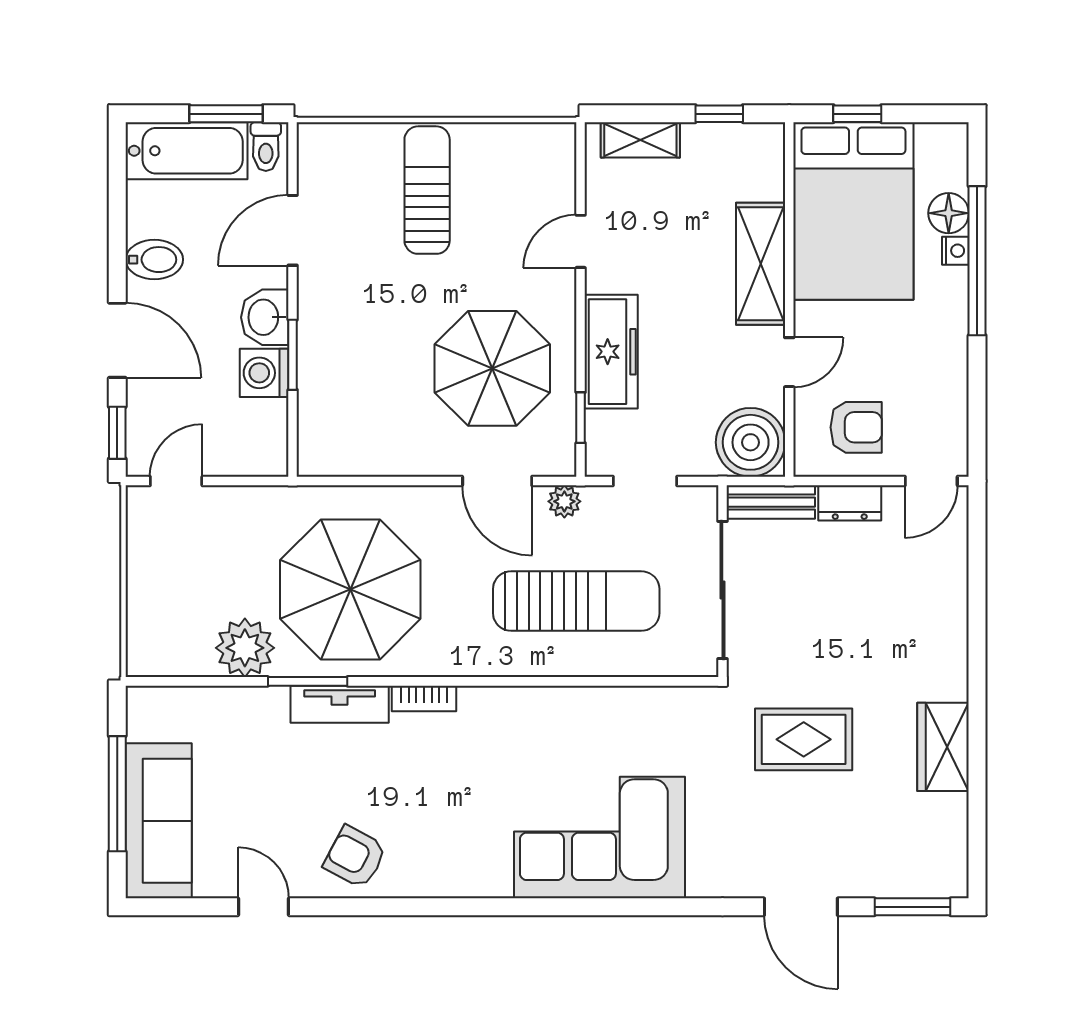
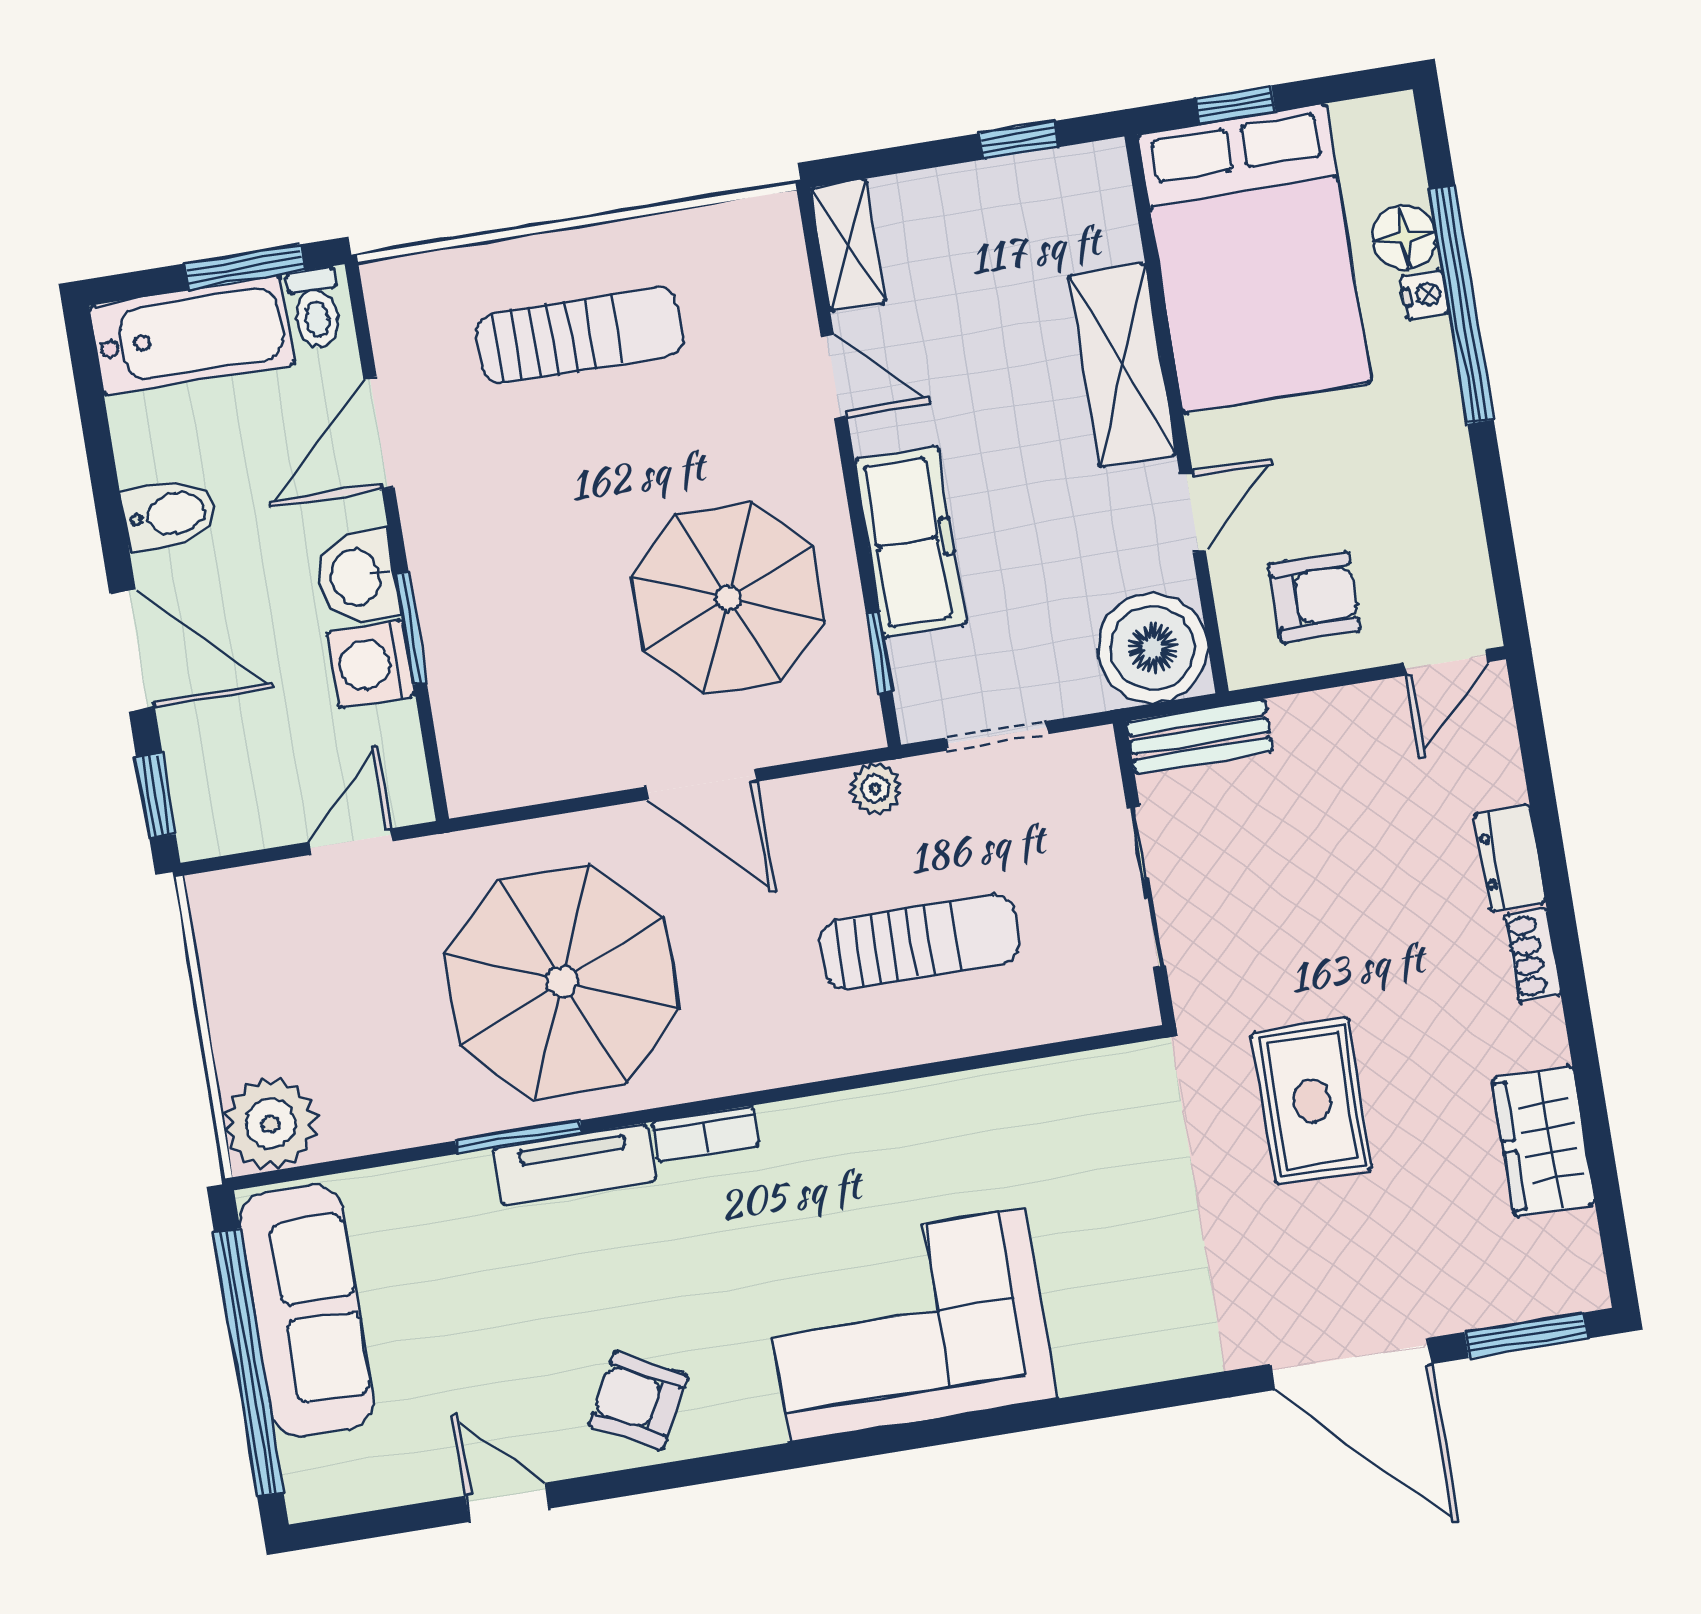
shelving: (640, 140) -> (848, 245), moved, turned 90
sun lounger: (427, 190) -> (580, 335), turned 90
door: (581, 241) -> (834, 376), swing flipped
door: (176, 481) -> (350, 842), moved
door: (497, 481) -> (701, 784), moved
dresser: (850, 503) -> (1510, 858), moved, turned 90
sliding door: (722, 590) -> (1146, 887), width x0.73
sun lounger: (576, 601) -> (920, 942), width x0.73, depth x0.75
plant: (245, 648) -> (270, 1124), moved
shoe rack: (955, 672) -> (1533, 955), added
rug: (804, 739) -> (1312, 1101), turned 90
wardrobe: (943, 747) -> (1544, 1141), moved
window: (117, 794) -> (249, 1362), width x1.46
sofa: (159, 821) -> (307, 1310), moved
corner sofa: (599, 838) -> (908, 1325), moved
door: (801, 907) -> (1351, 1364), width x1.36

